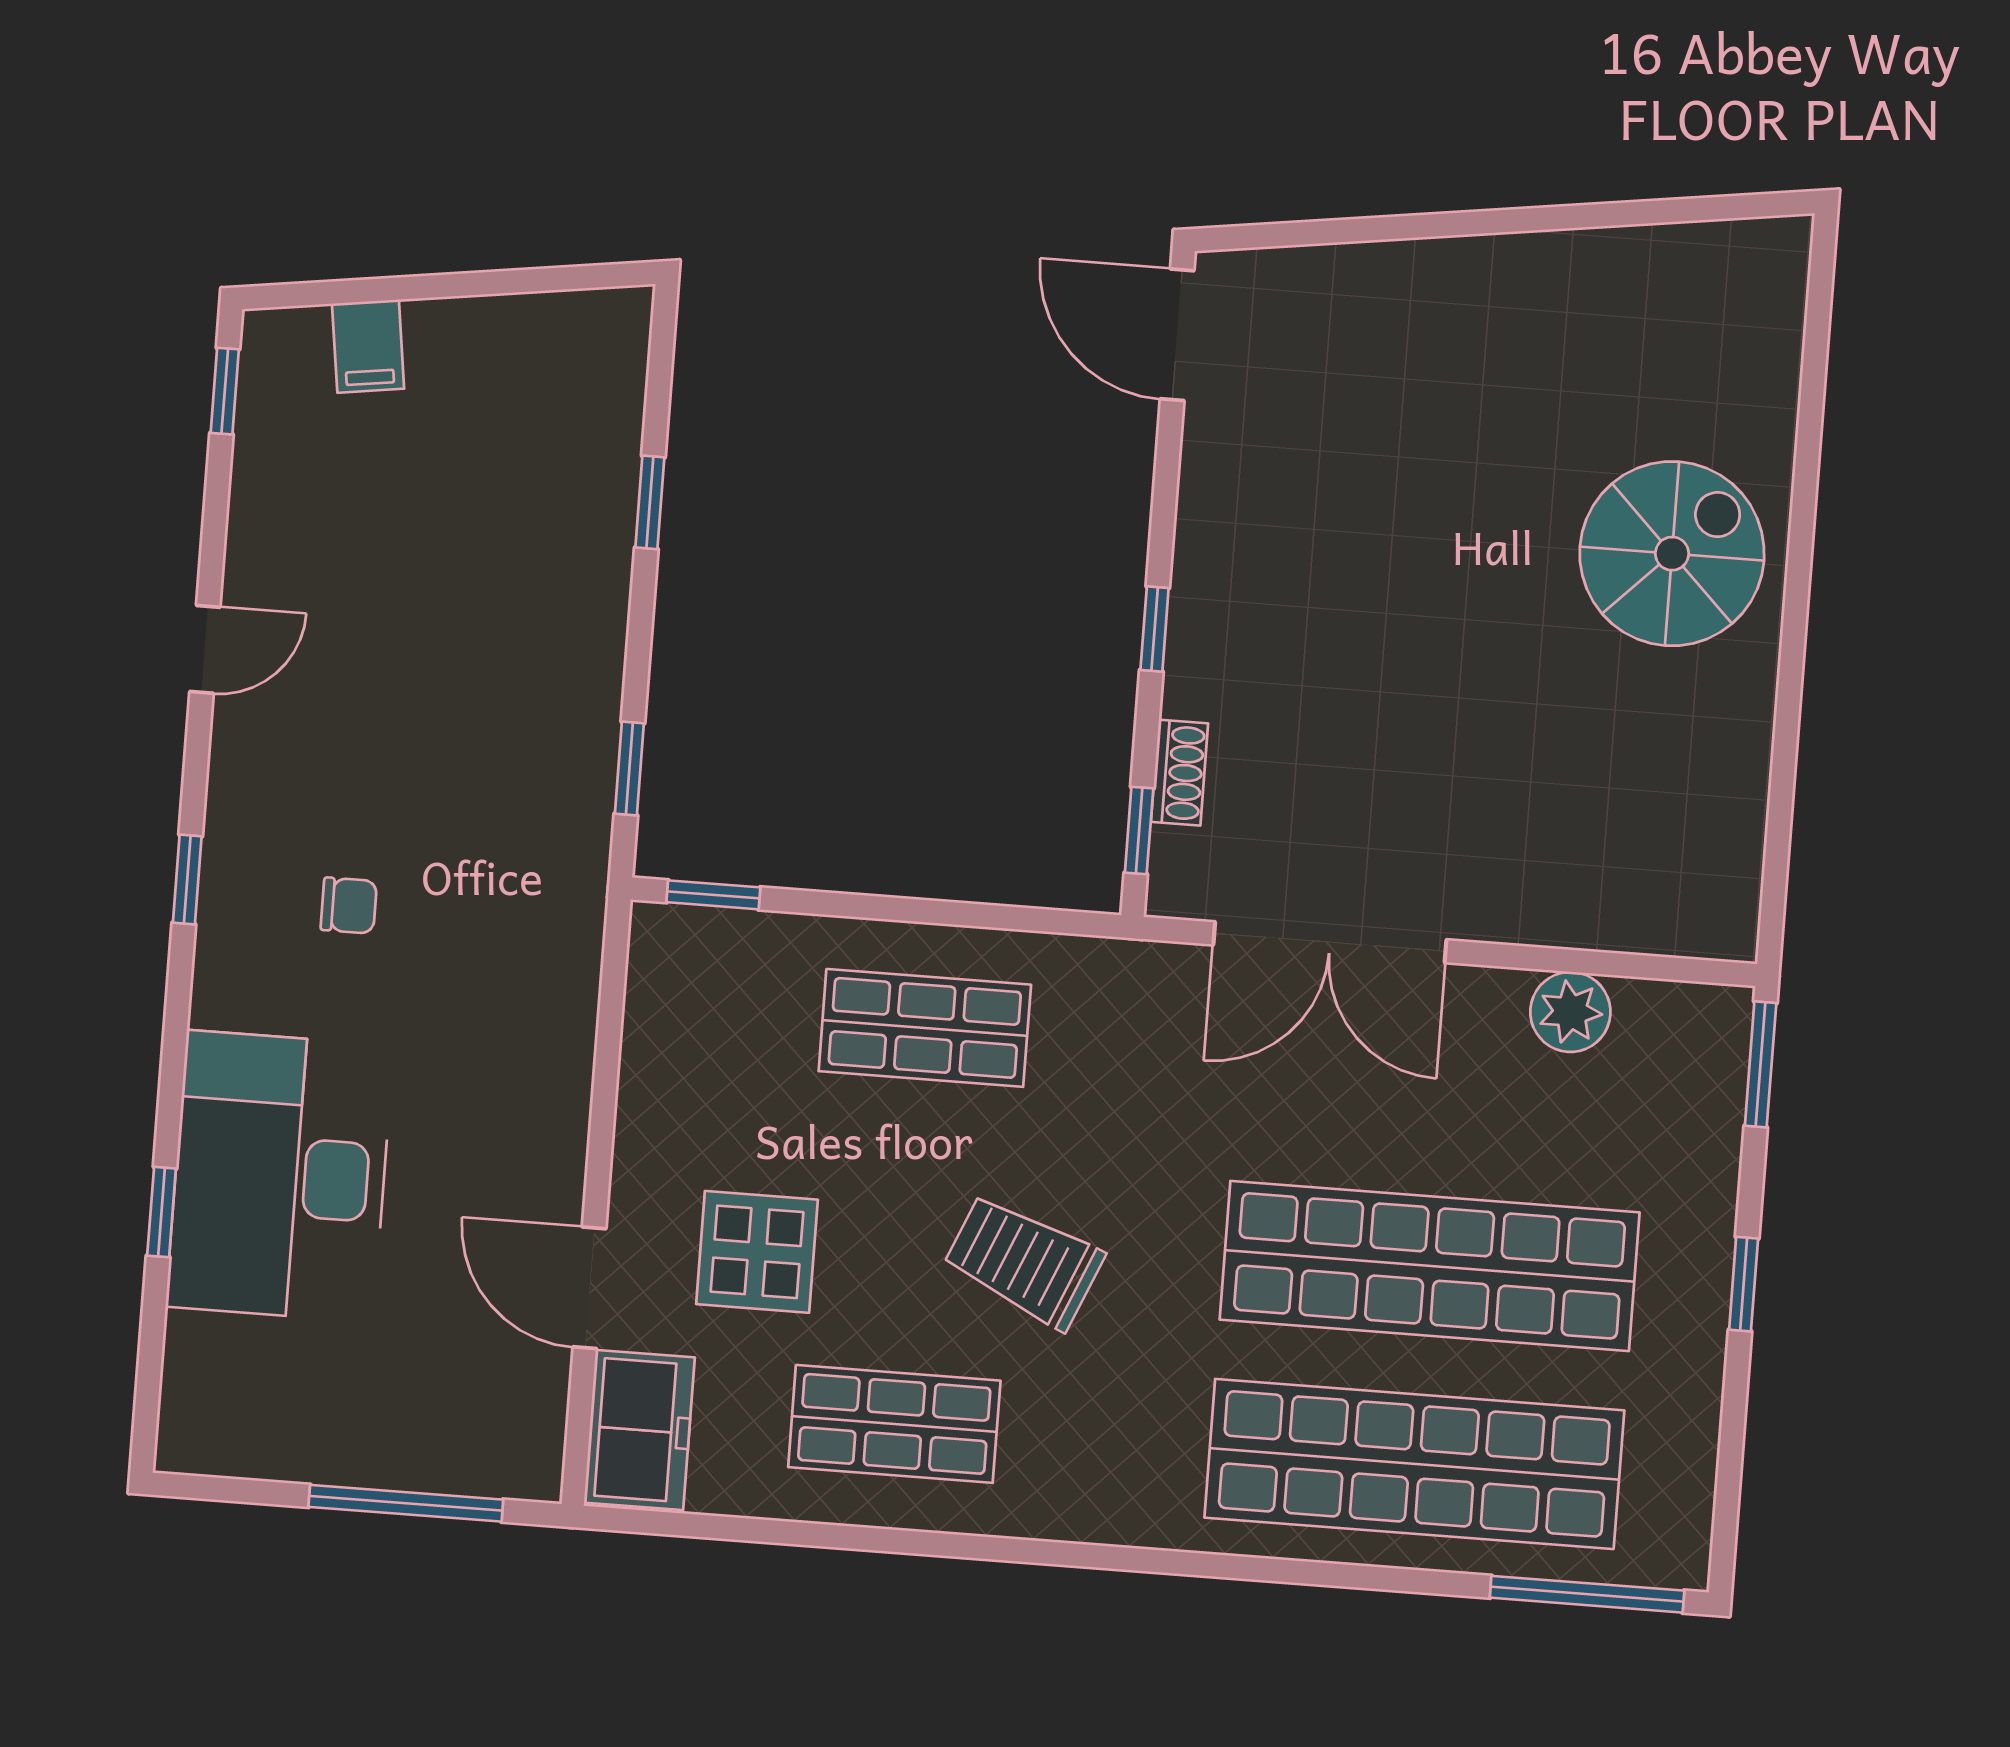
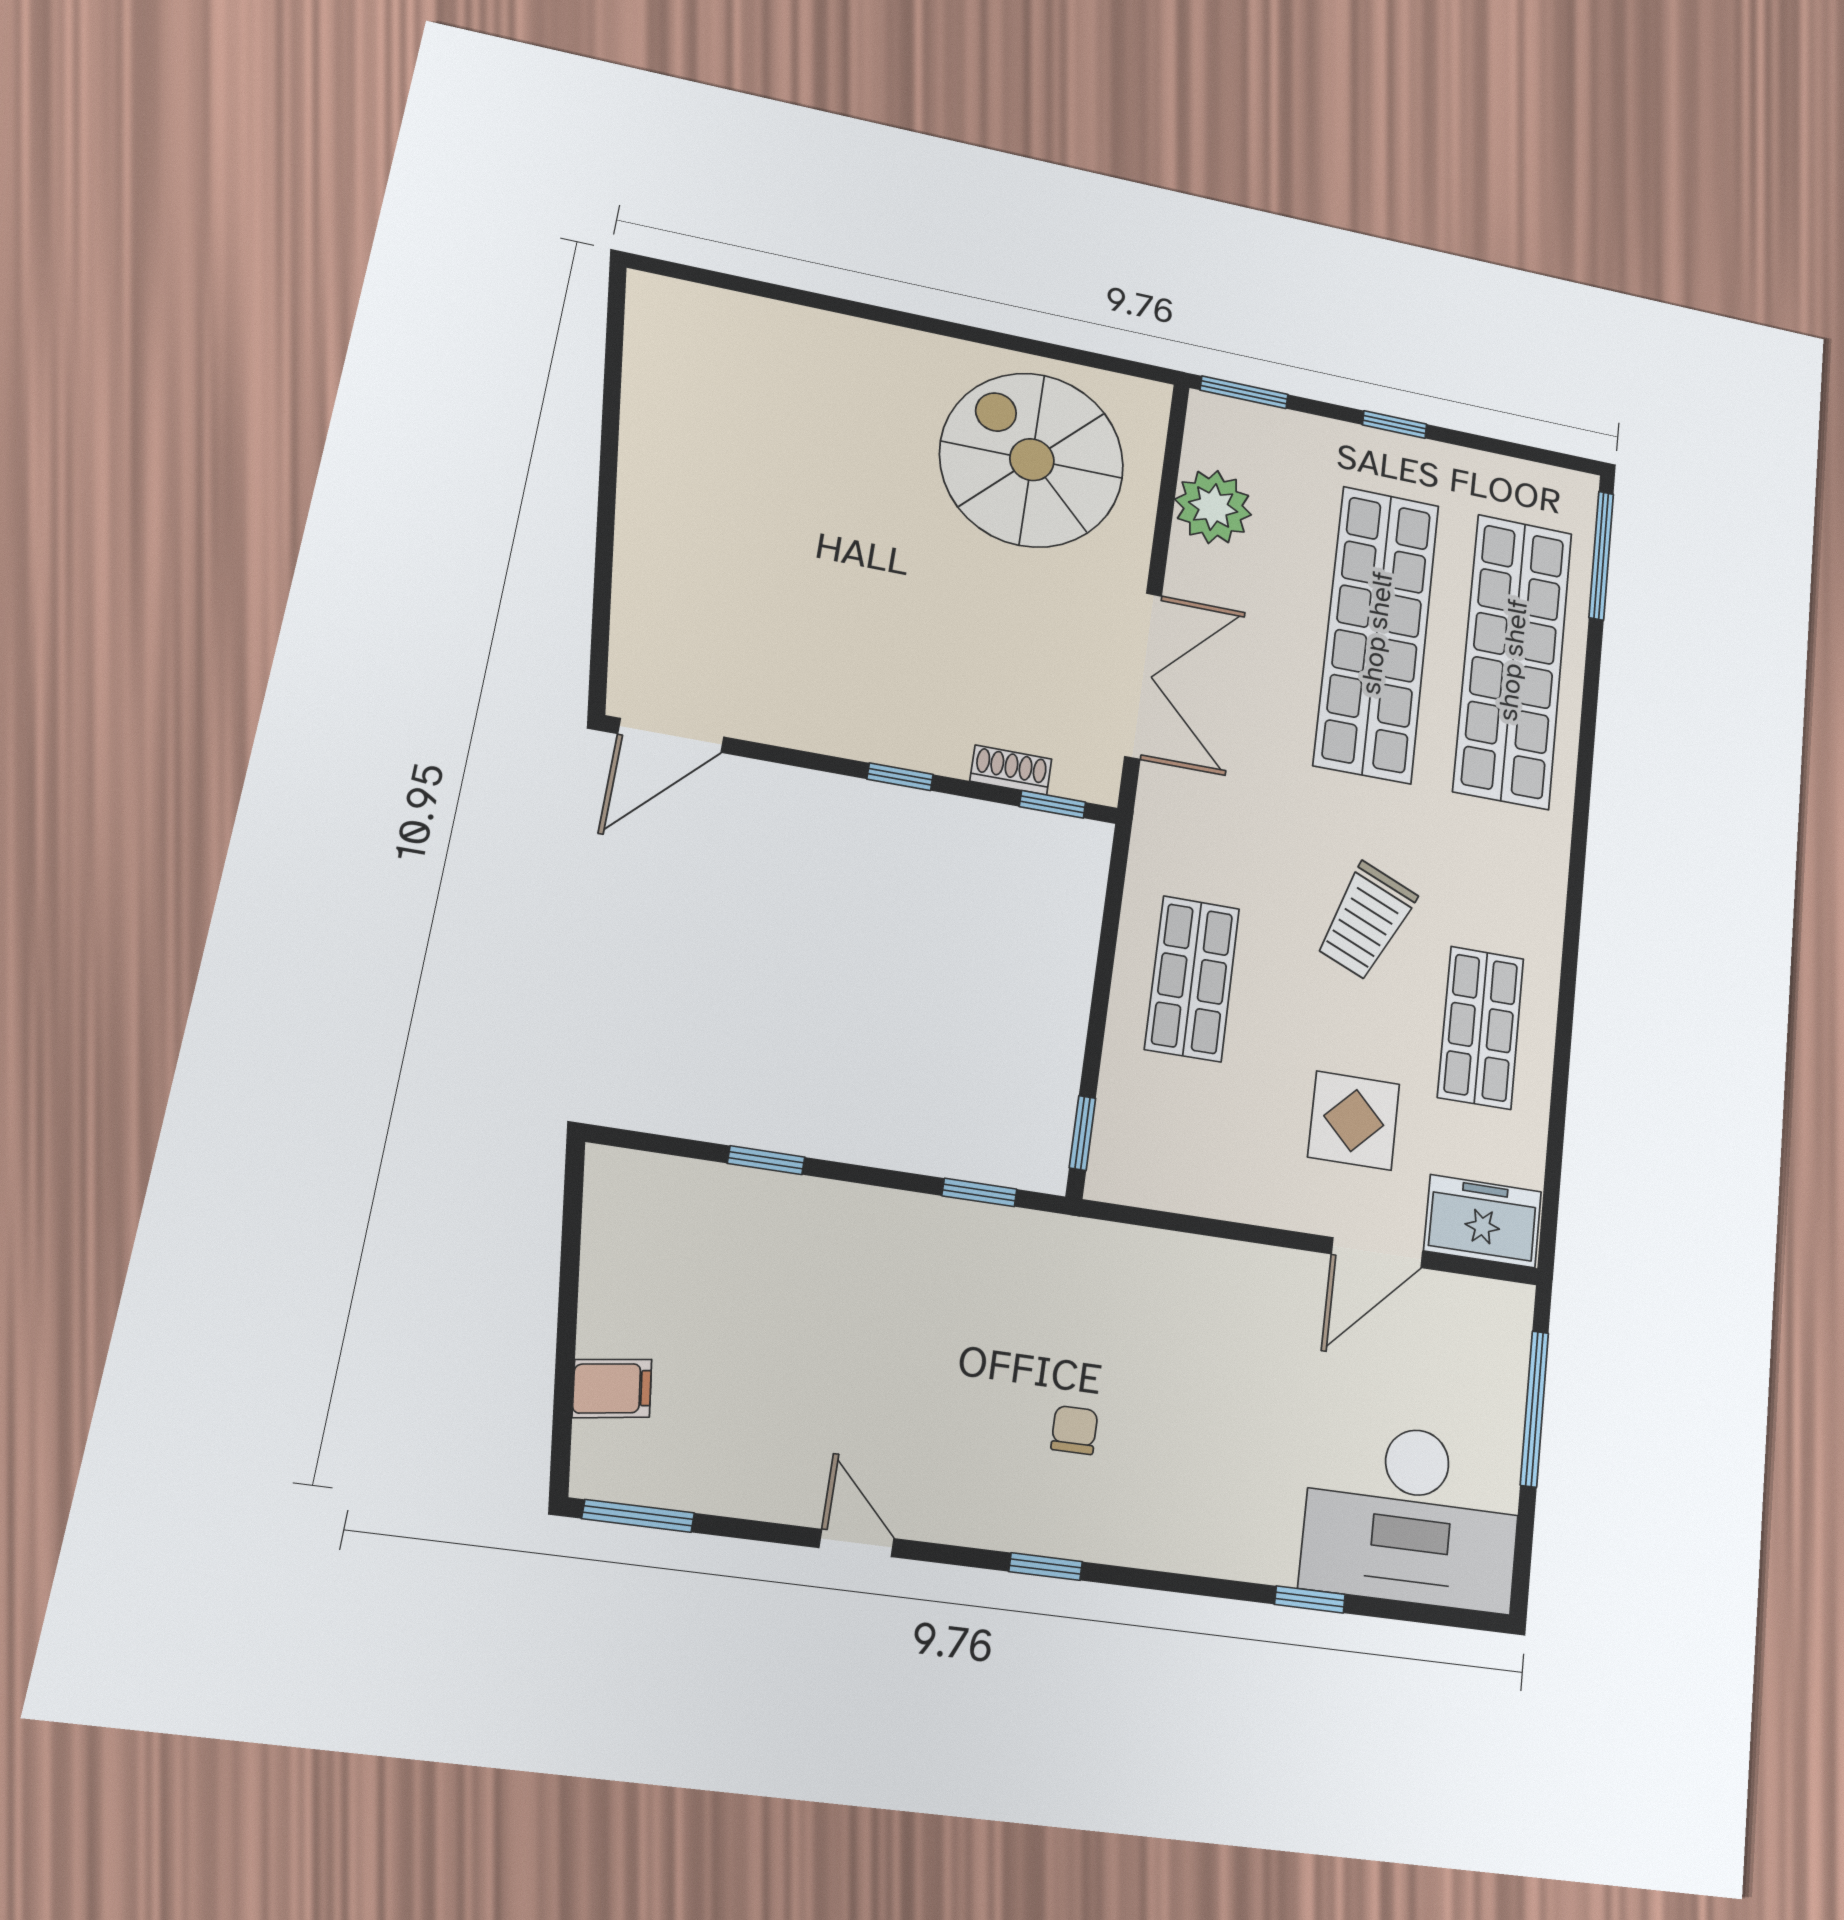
window: (225, 391) -> (638, 1516), width x1.50
spiral stairs: (1672, 554) -> (1032, 460), moved, width x1.37, depth x1.37
plant: (1570, 1012) -> (1213, 507), width x1.36, depth x1.36
desk: (280, 1176) -> (1412, 1515), moved

